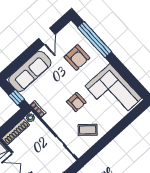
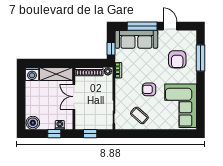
door: (47, 36) -> (170, 26), swing flipped
window: (95, 40) -> (201, 58), width x0.68
window: (25, 57) -> (142, 26), added
armchair: (76, 102) -> (149, 89), turned 90

